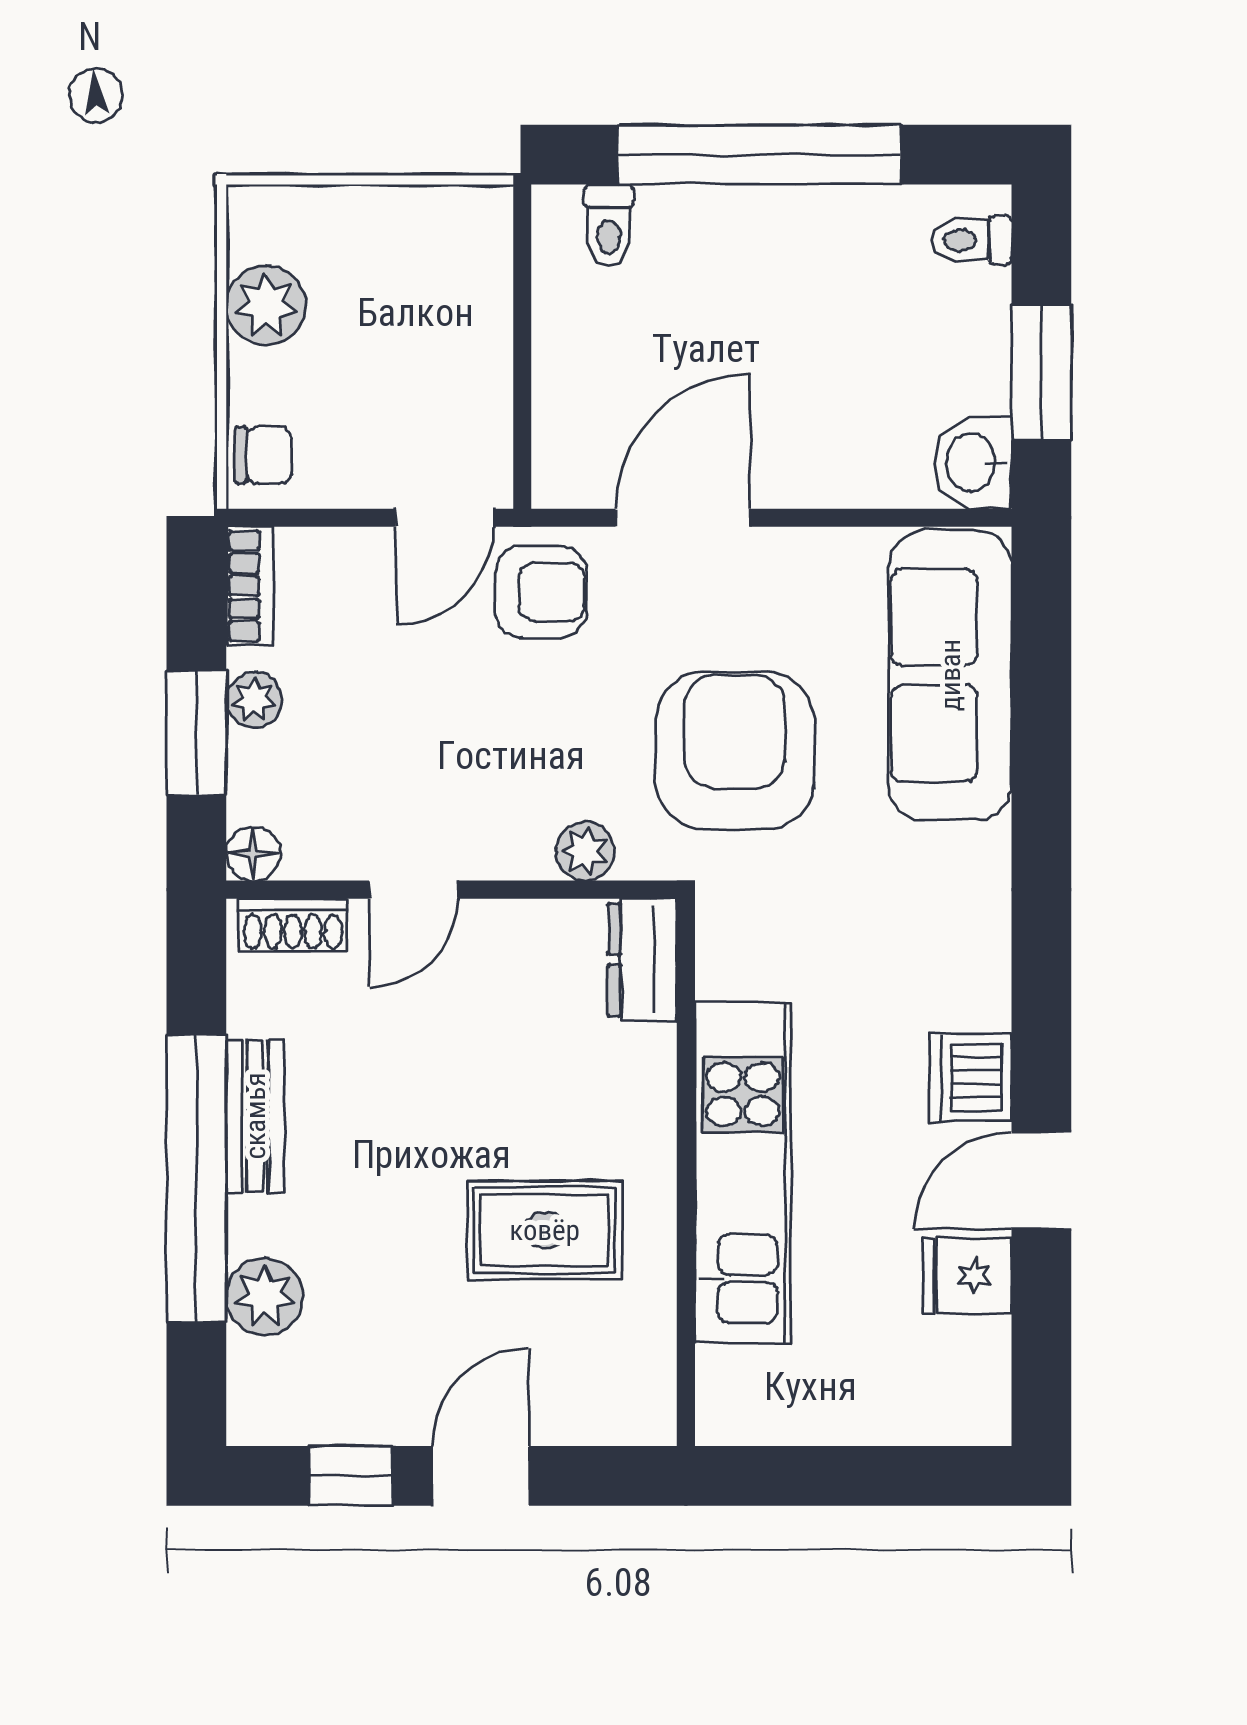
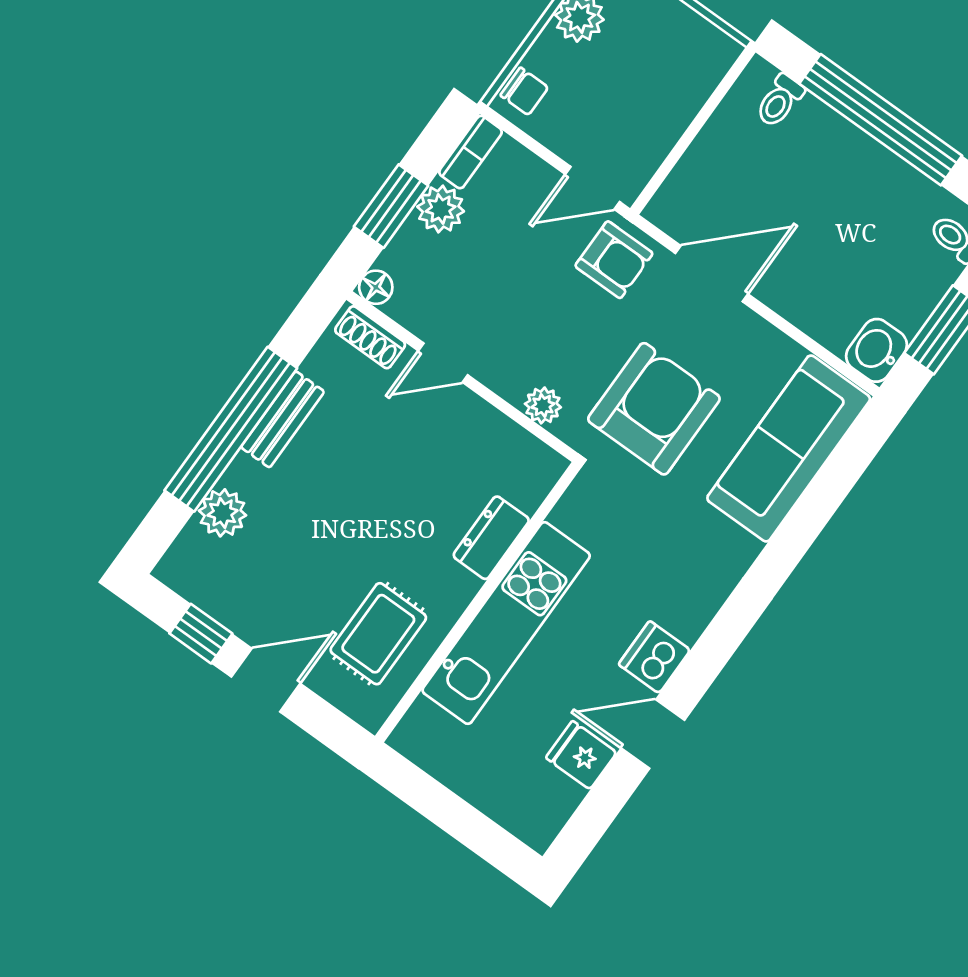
plant: (254, 700) -> (441, 209), width x1.38, depth x1.38
dresser: (642, 960) -> (491, 538), moved
rug: (545, 1230) -> (378, 634), moved, turned 90

